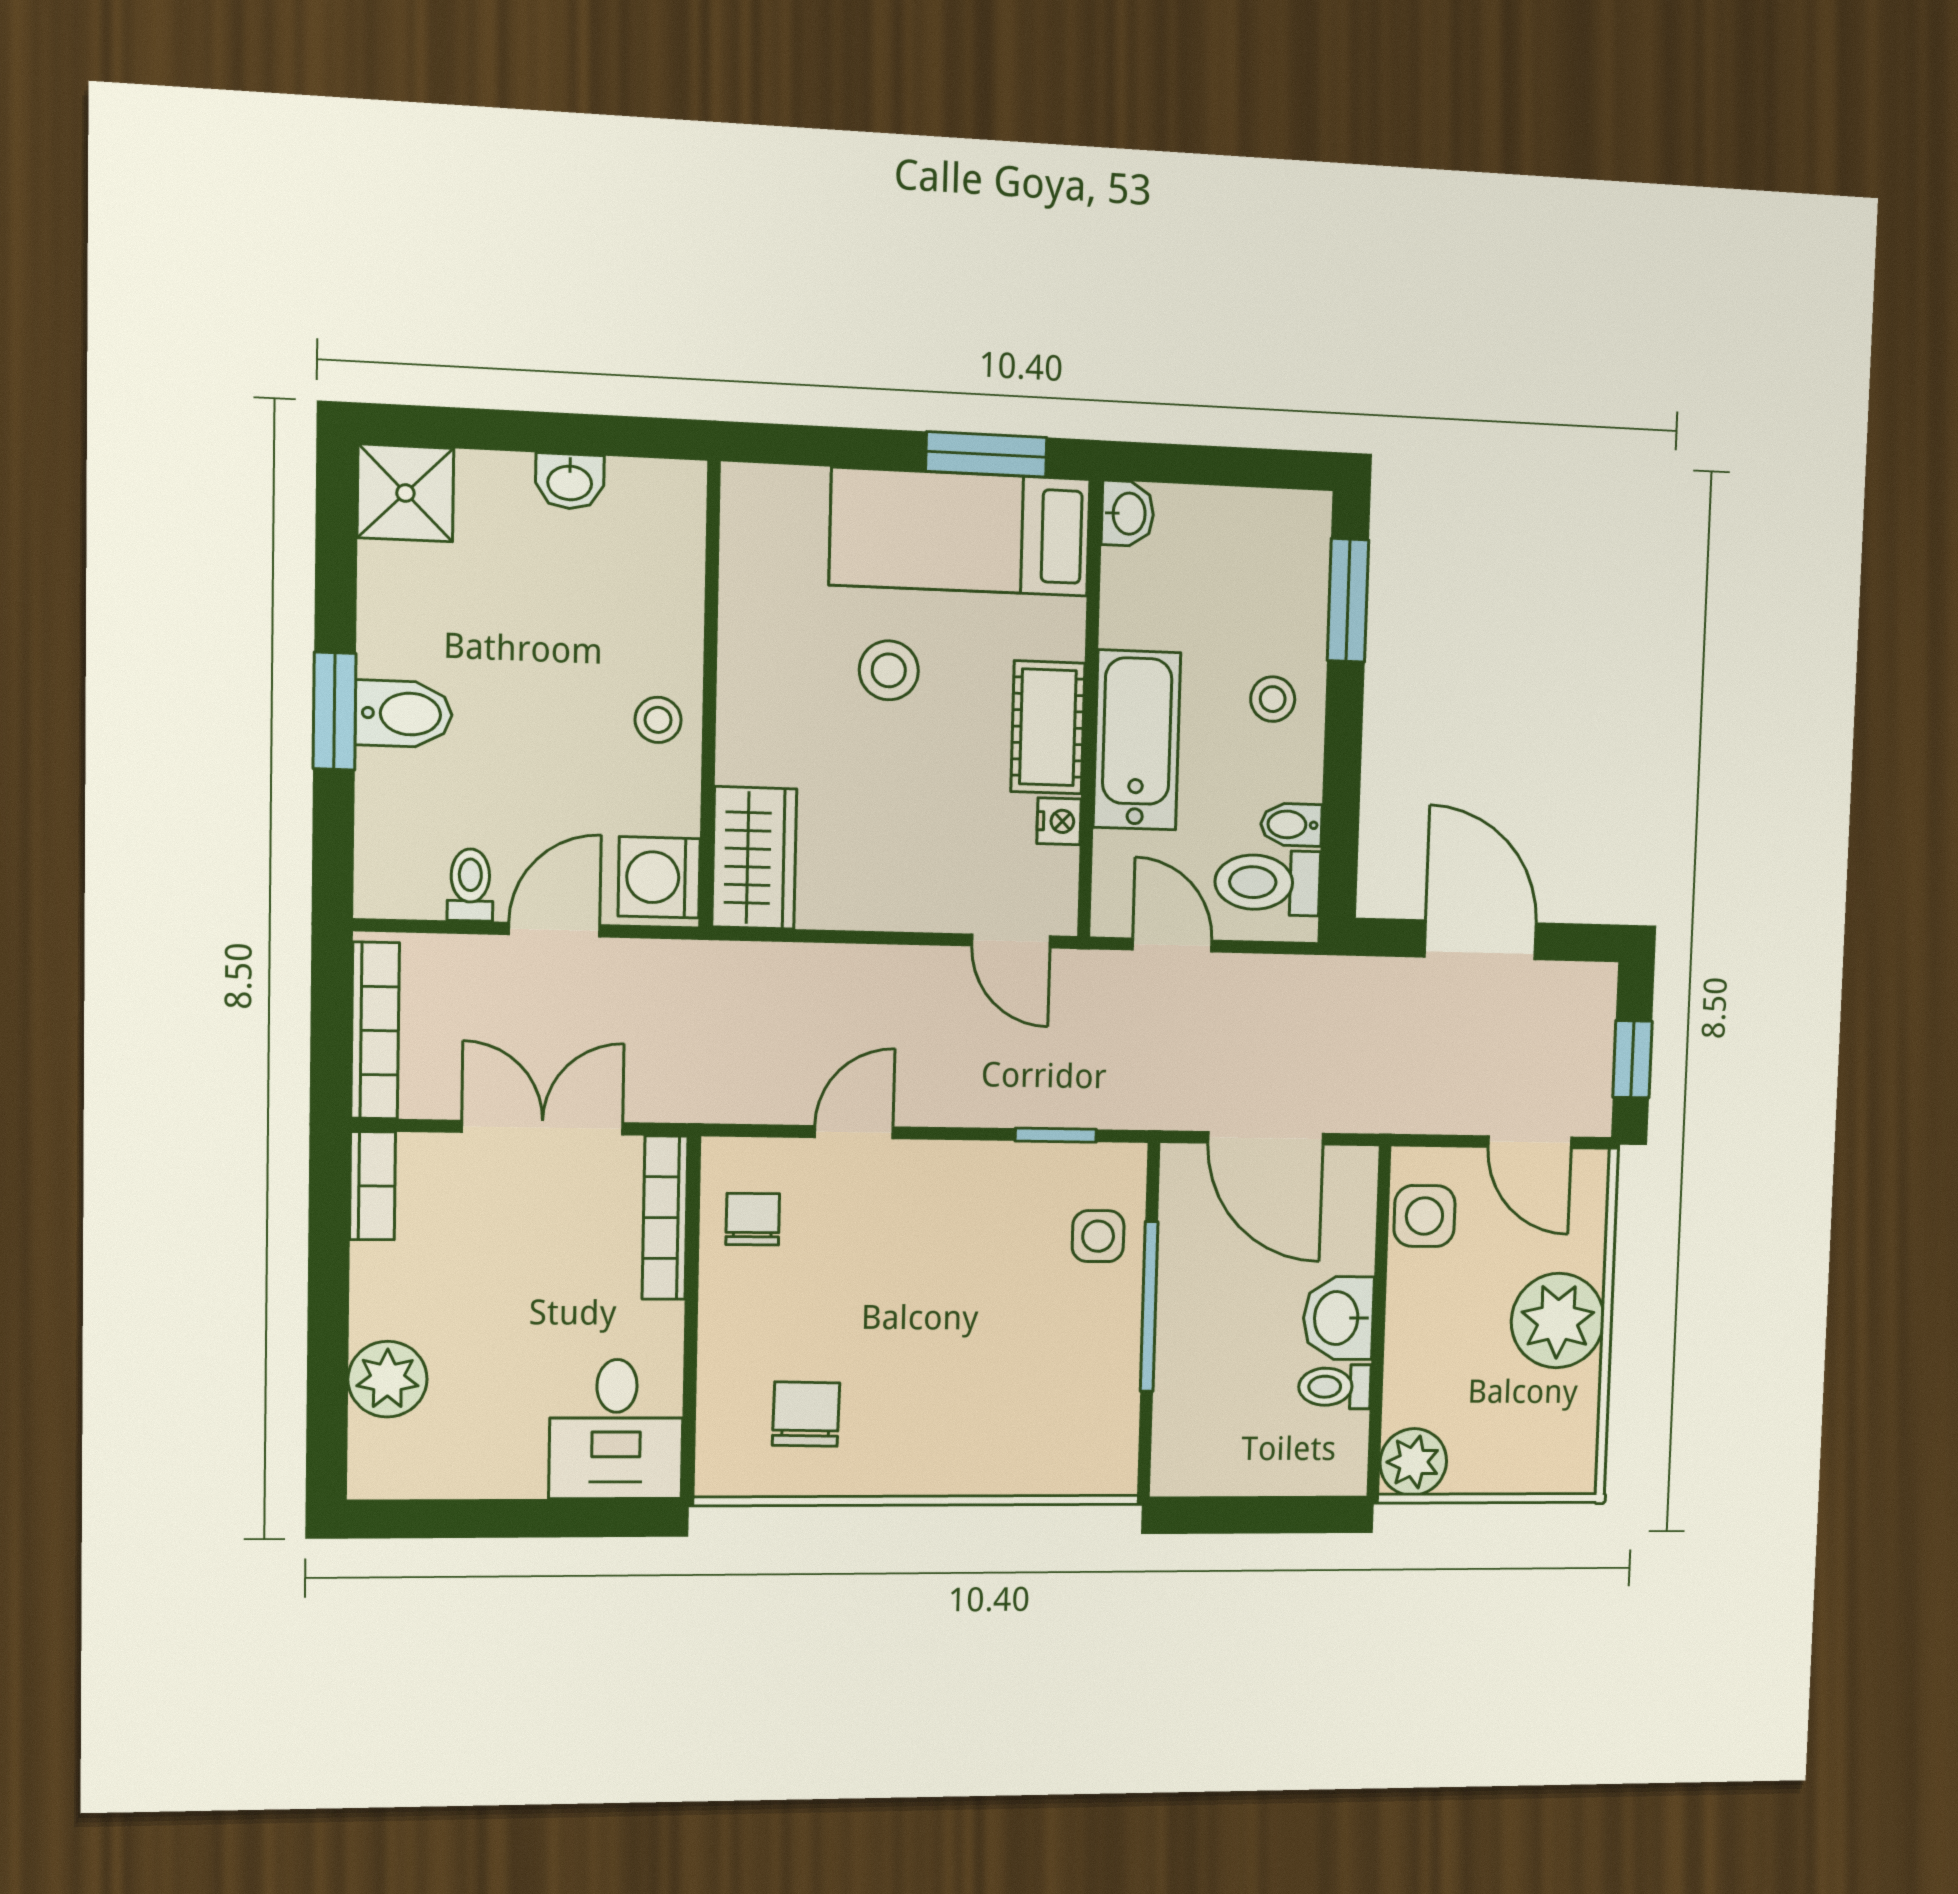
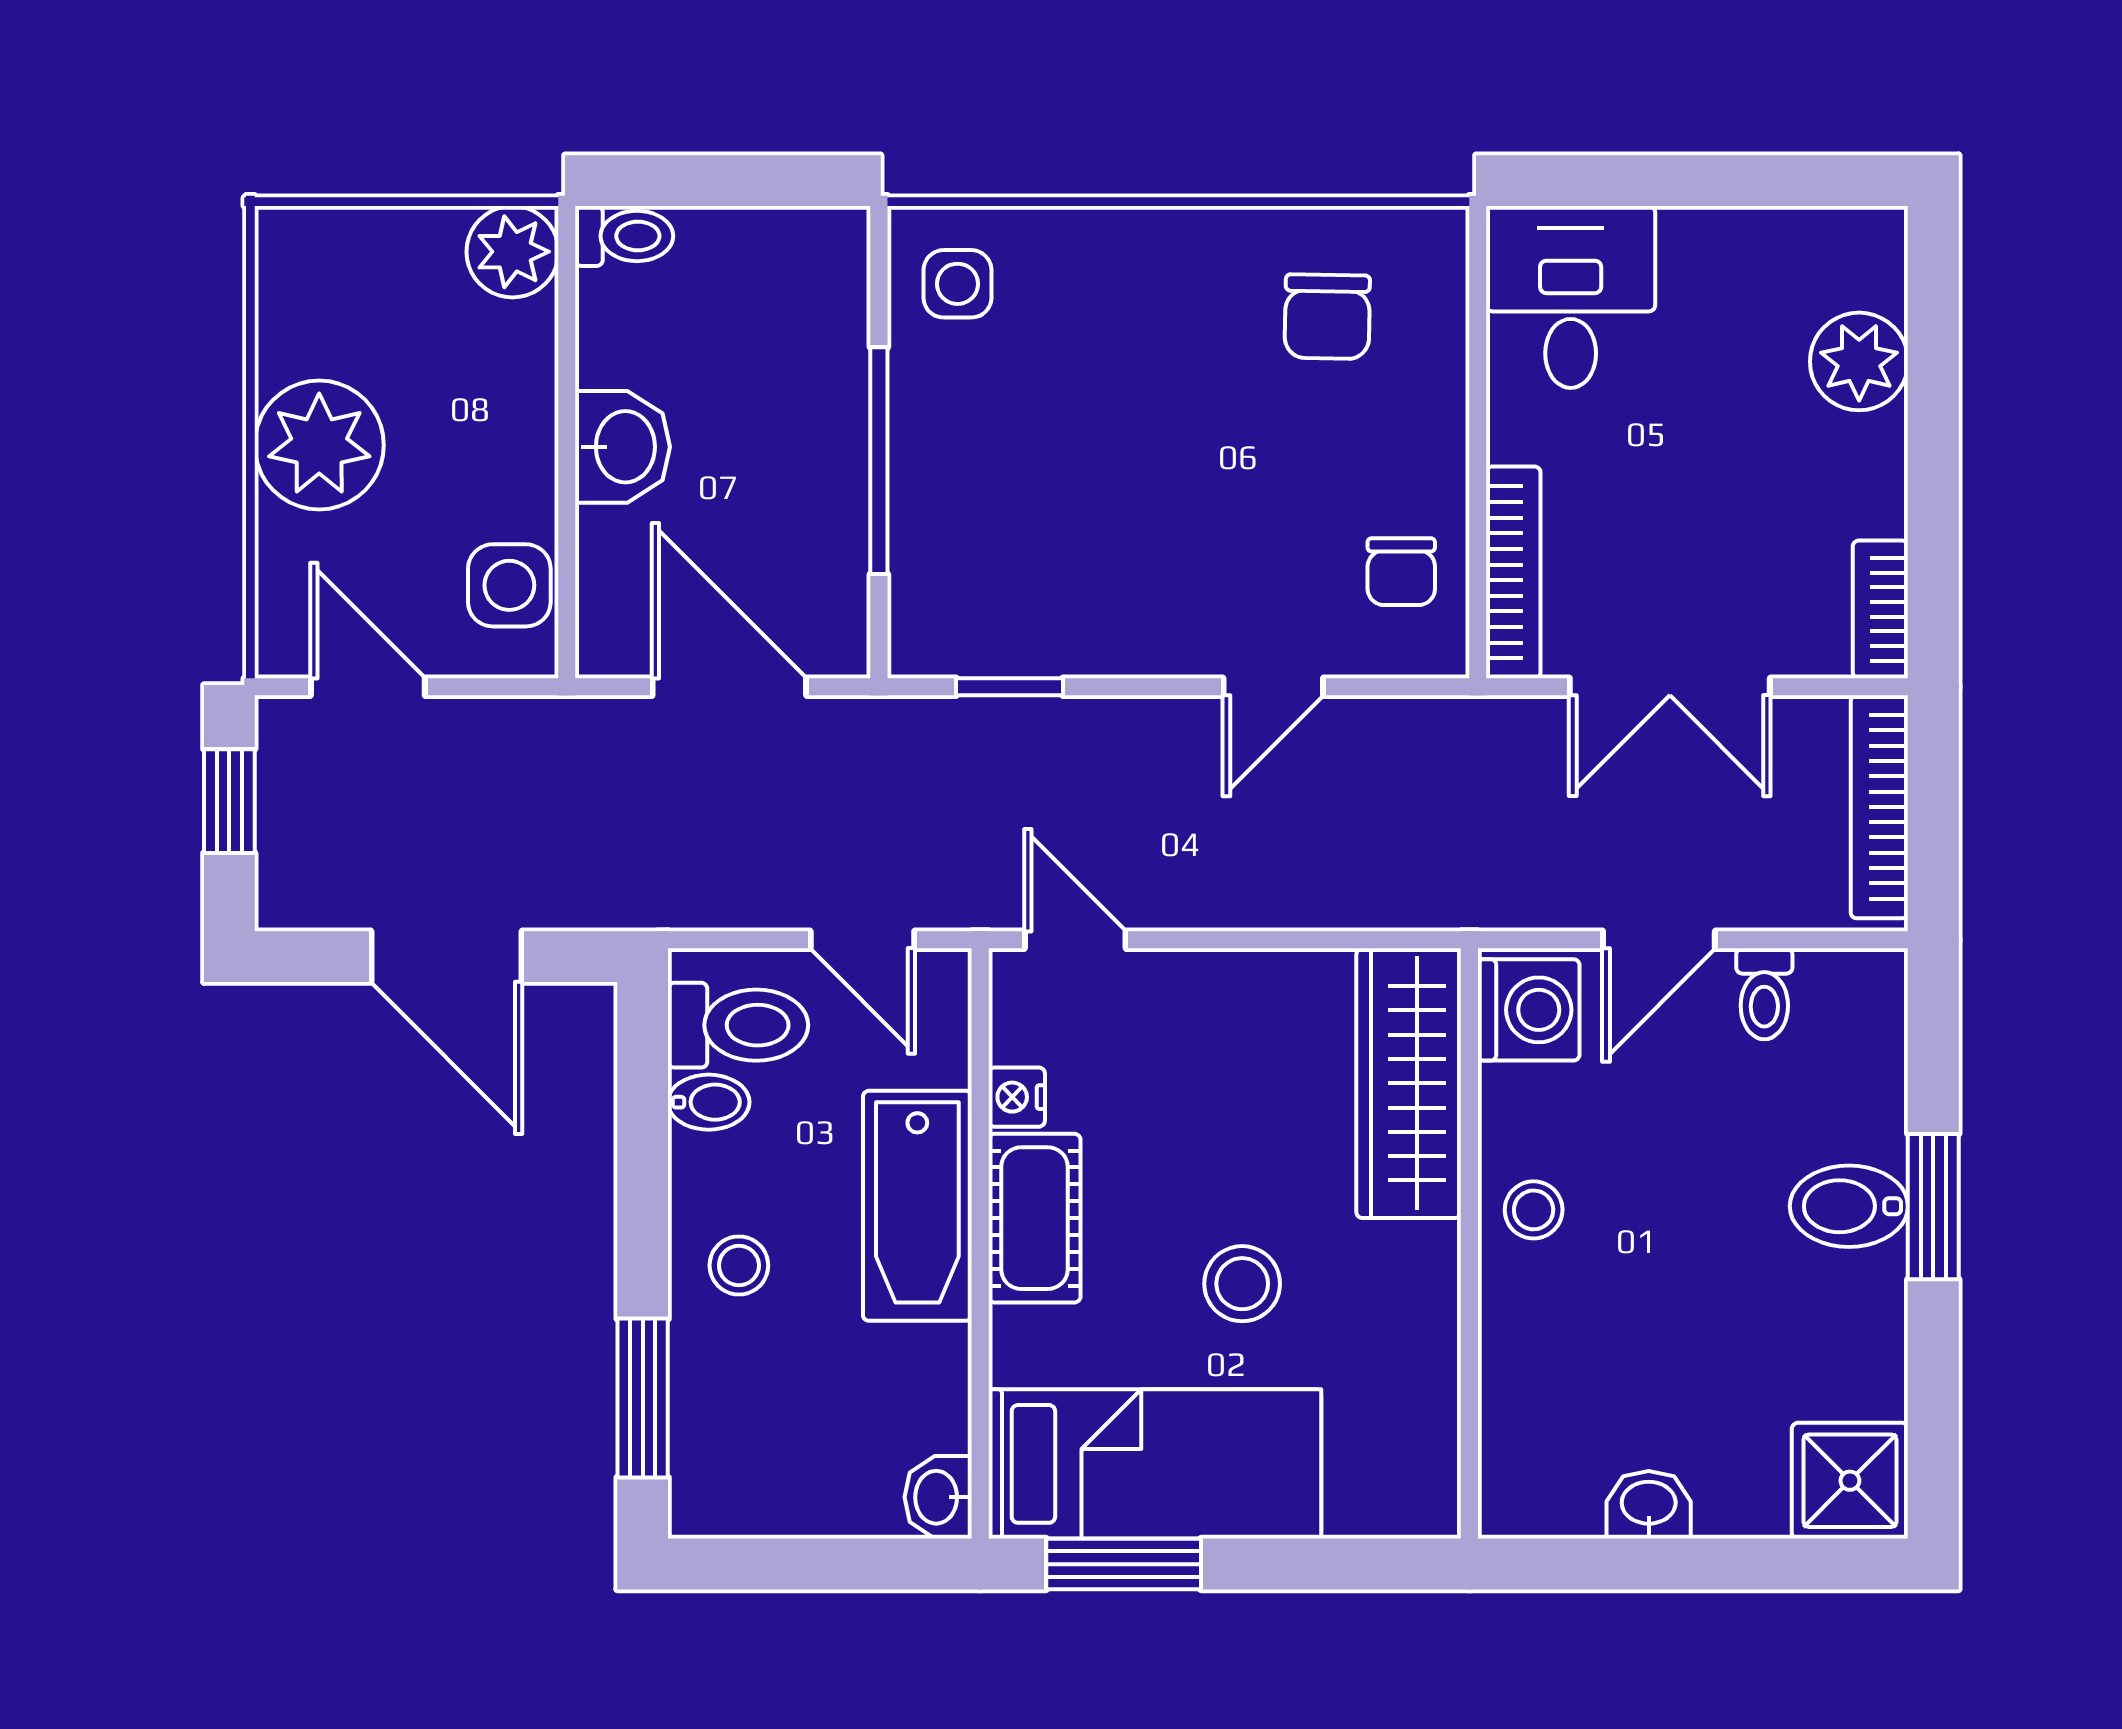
wardrobe: (754, 858) -> (1409, 1083), width x1.50
side table: (1098, 1236) -> (957, 284), moved
toilet: (1335, 1387) -> (624, 236), moved

